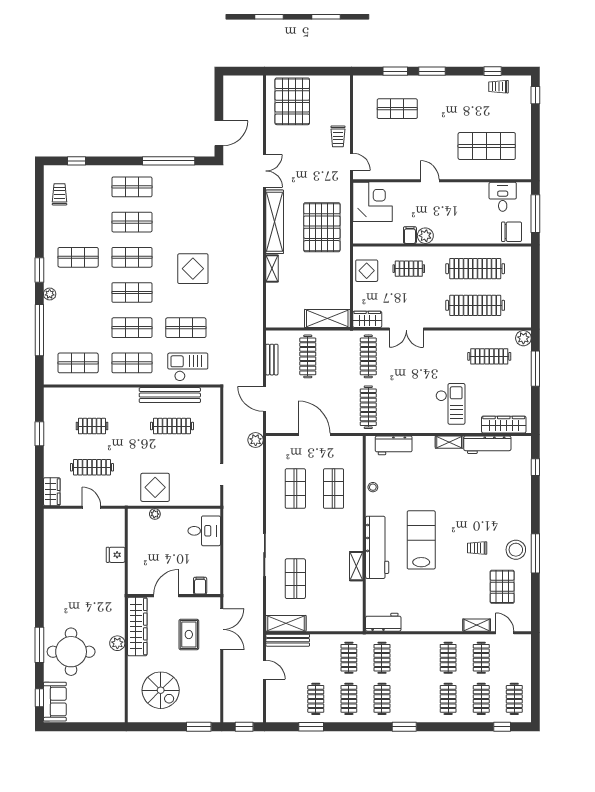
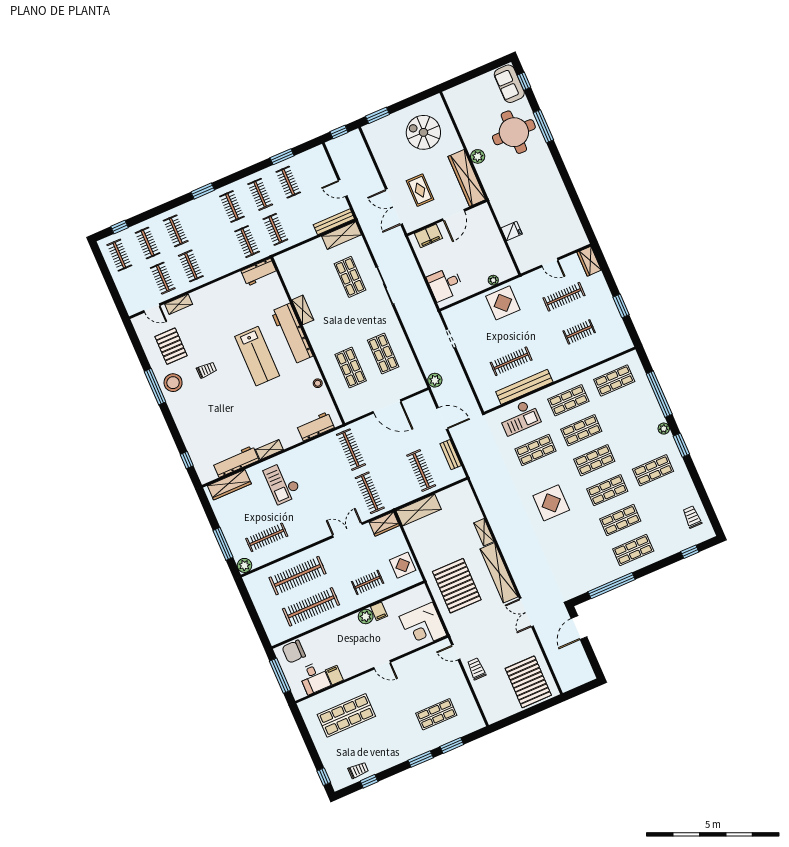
filing cabinet: (481, 191) -> (334, 675), added
trolley: (59, 194) -> (692, 517), turned 180
filing cabinet: (200, 586) -> (428, 236), width x2.00

